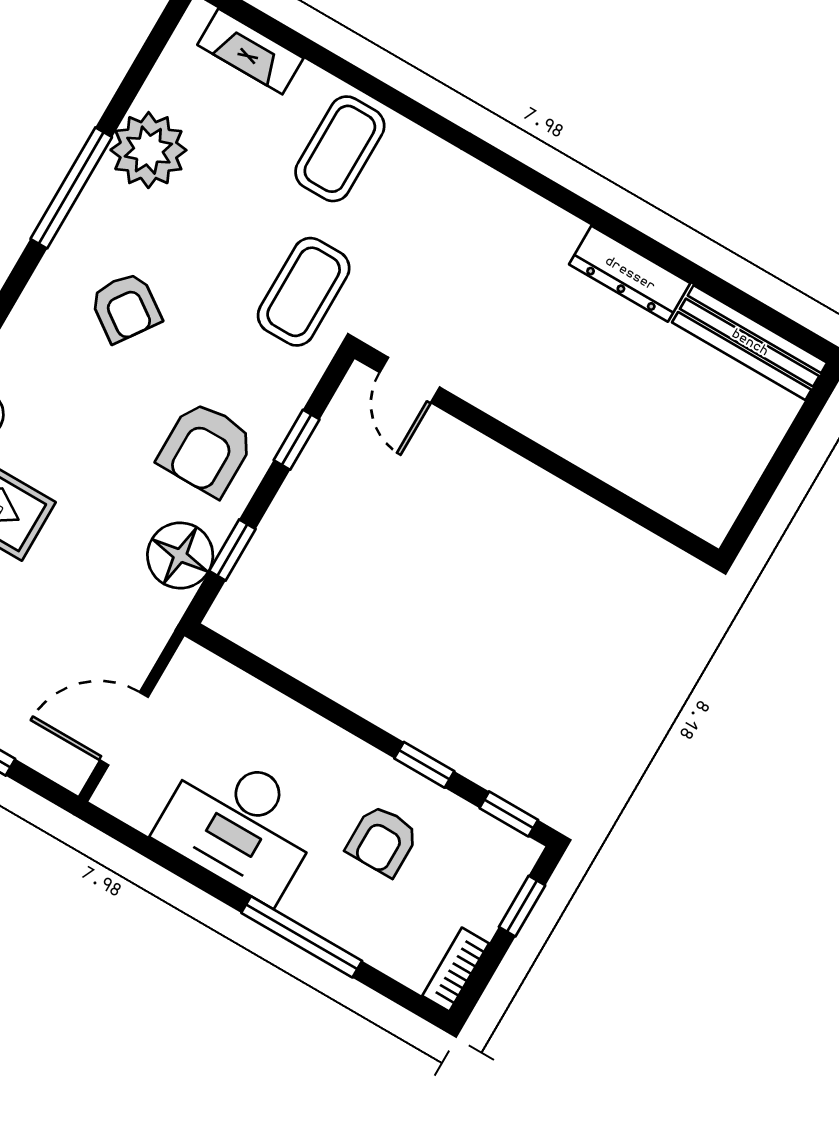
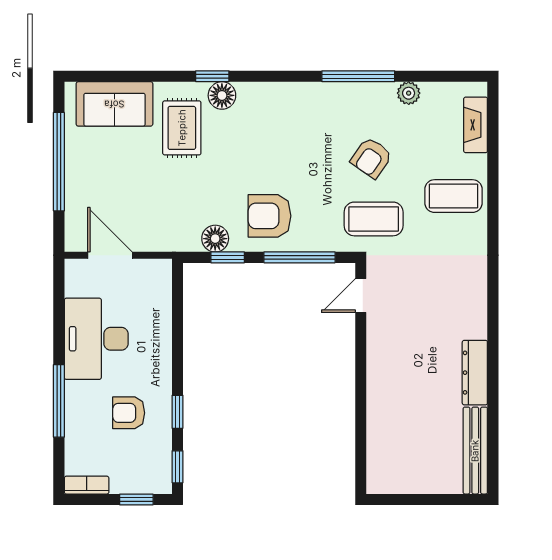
plant: (148, 150) -> (409, 93), width x0.53, depth x0.53
armchair: (126, 307) -> (371, 158), moved
window: (297, 440) -> (300, 257), width x2.17
floor lamp: (180, 555) -> (215, 239), width x0.73, depth x0.73

